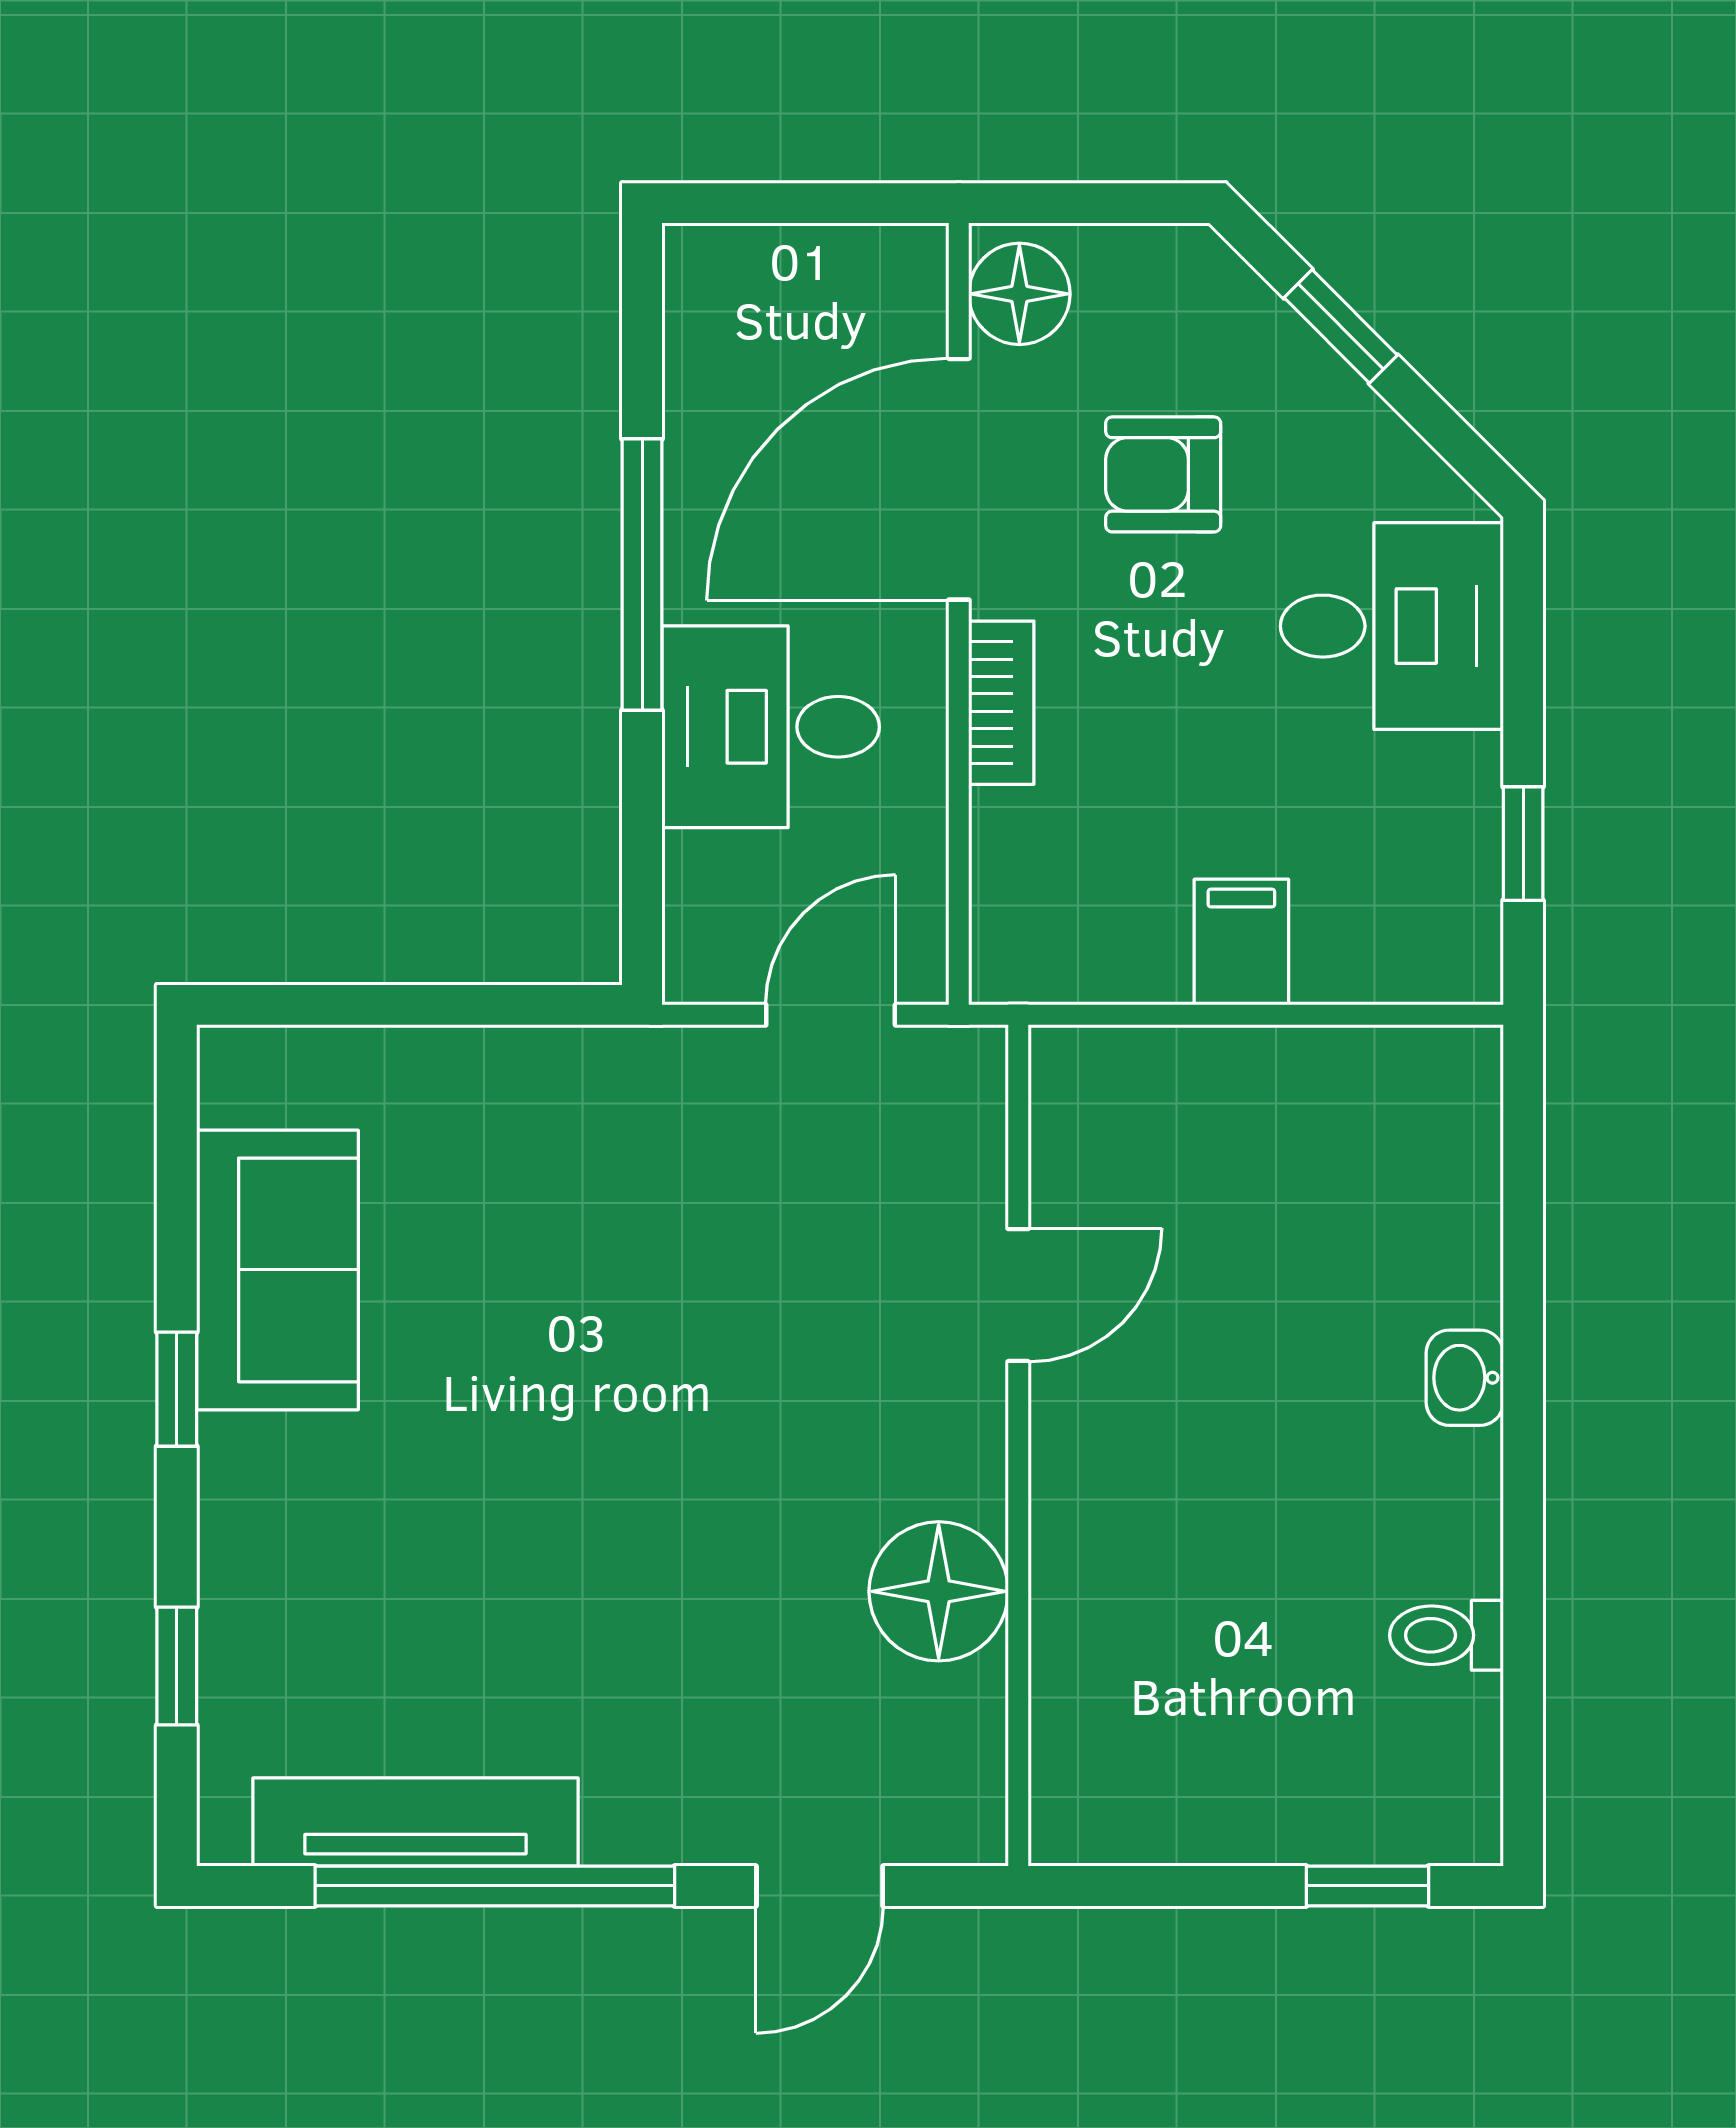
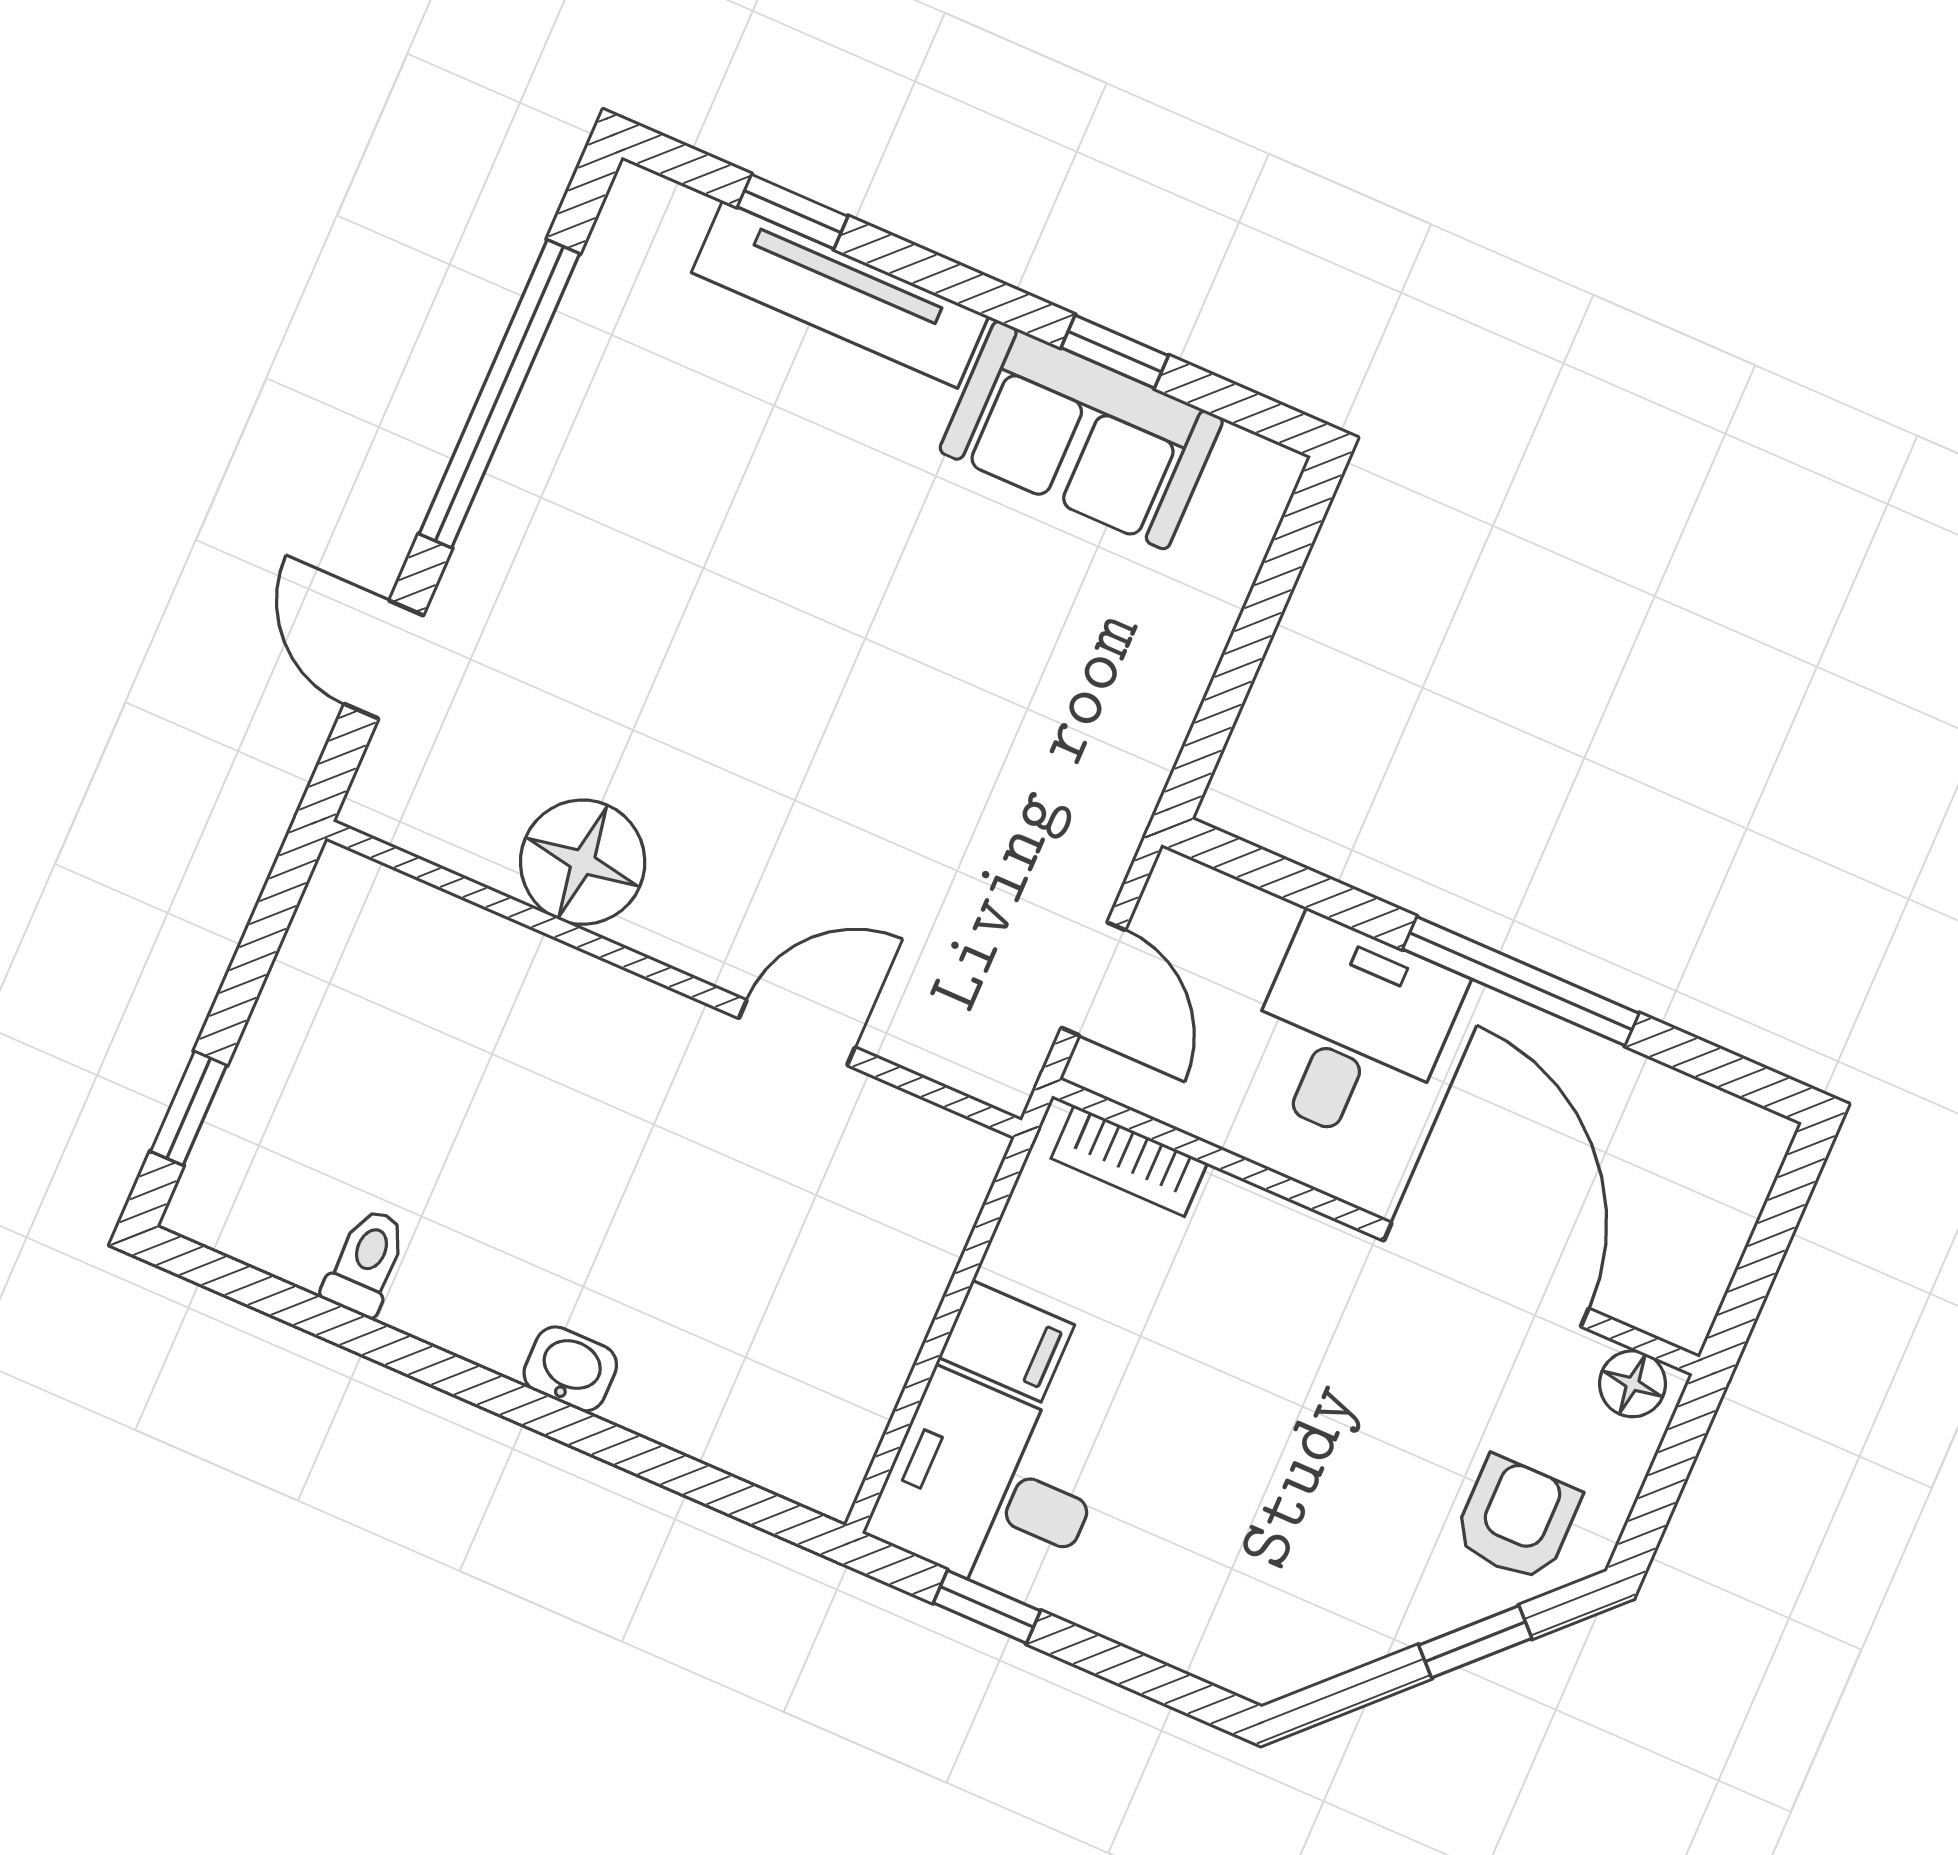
floor lamp: (1019, 294) -> (1632, 1384), width x0.73, depth x0.73
armchair: (1163, 474) -> (1517, 1519), moved
desk: (1392, 626) -> (990, 1488), moved, turned 90
bookcase: (1001, 703) -> (1129, 1161), moved
door: (1018, 1295) -> (797, 1033), swing flipped
window: (177, 1389) -> (1115, 352), moved
tv unit: (415, 1822) -> (840, 294), moved, turned 90

